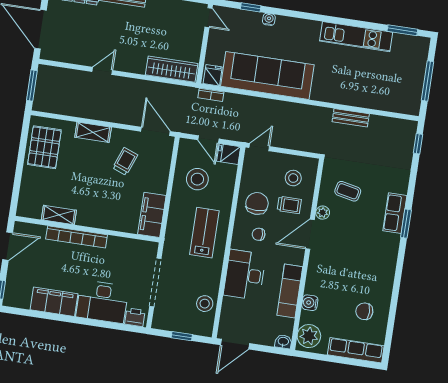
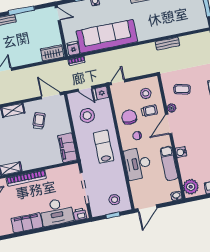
wardrobe: (172, 69) -> (52, 53), width x0.67
water cooler: (310, 303) -> (181, 152), moved
stool: (205, 304) -> (114, 200), moved

